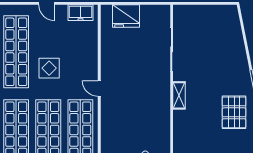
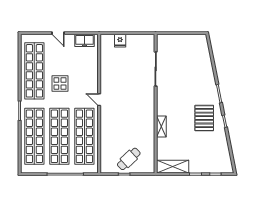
fridge: (126, 16) -> (120, 41), width x0.53, depth x0.75
shelving: (179, 95) -> (161, 127), moved

